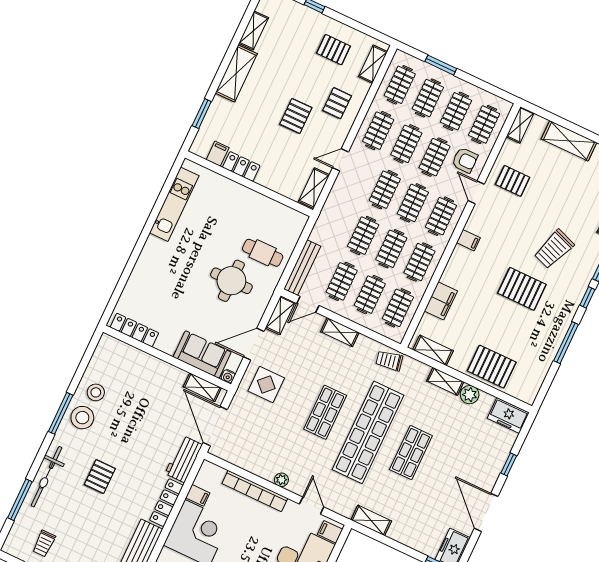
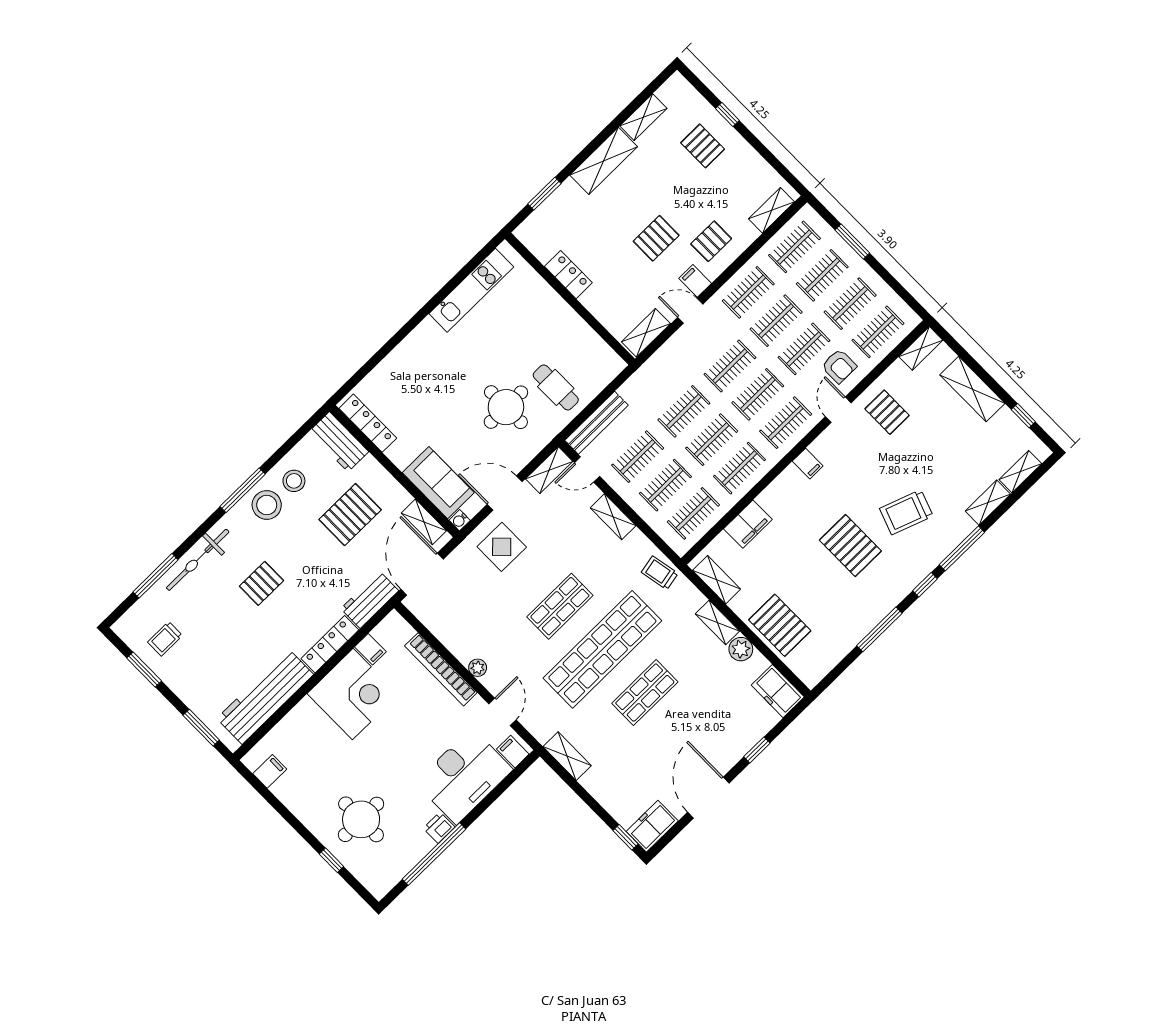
pallet: (334, 50) -> (703, 146), moved
filing cabinet: (218, 154) -> (695, 281), moved, turned -90
workbench: (118, 352) -> (339, 442), added
pallet: (146, 402) -> (350, 515), added

